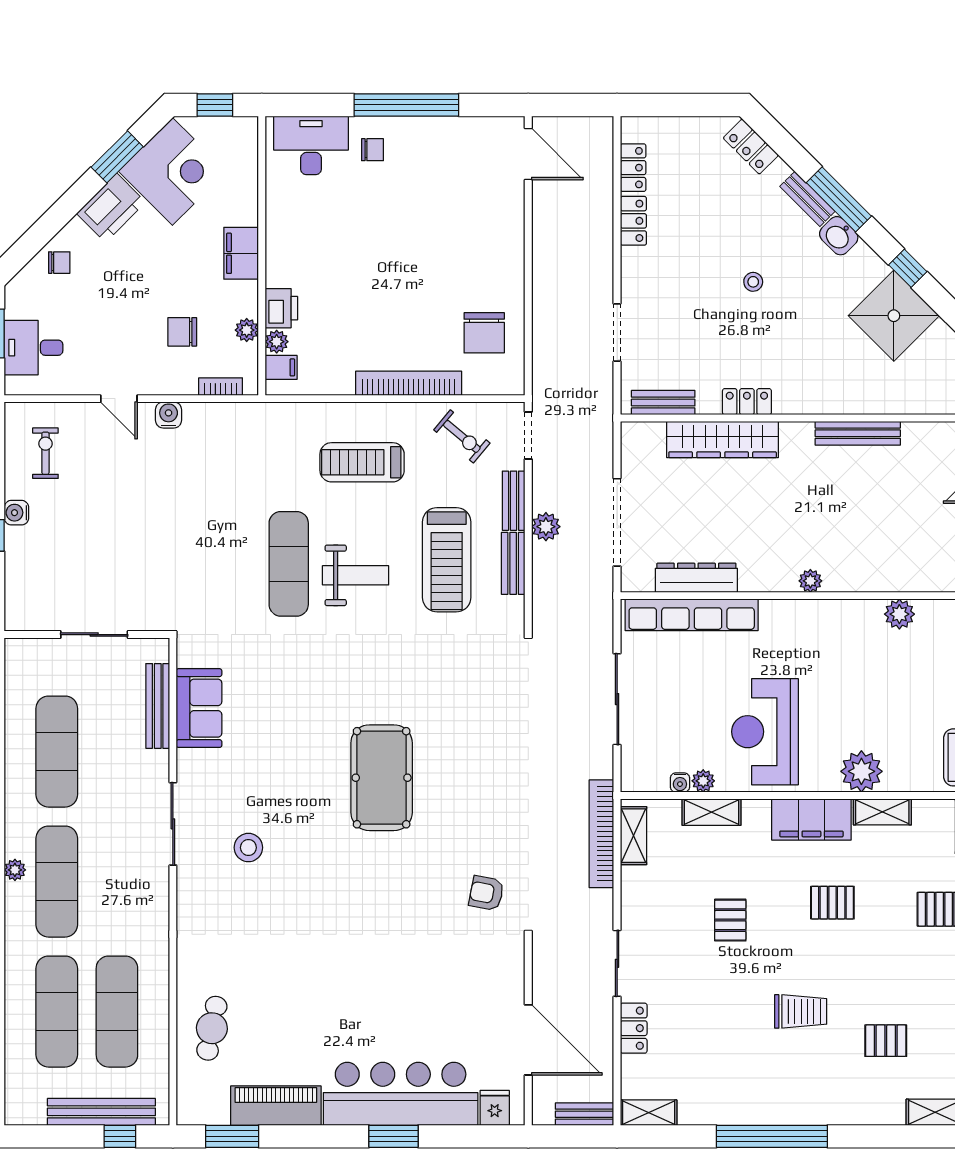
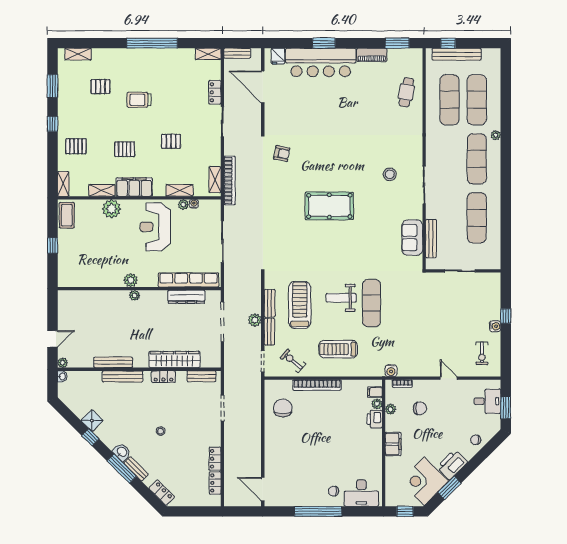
shower: (894, 316) -> (92, 421), width x0.54, depth x0.54
bench: (837, 402) -> (123, 376), added
water cooler: (169, 415) -> (391, 371), moved
treadmill: (362, 462) -> (338, 349), turned 180
plant: (899, 614) -> (131, 280), moved
reception desk: (765, 732) -> (155, 227), turned 180
pool table: (382, 778) -> (329, 206), turned 90
plant: (15, 870) -> (496, 135), moved
pallet: (730, 920) -> (171, 141), turned 90
piano: (276, 1106) -> (372, 55), width x0.73, depth x0.75

